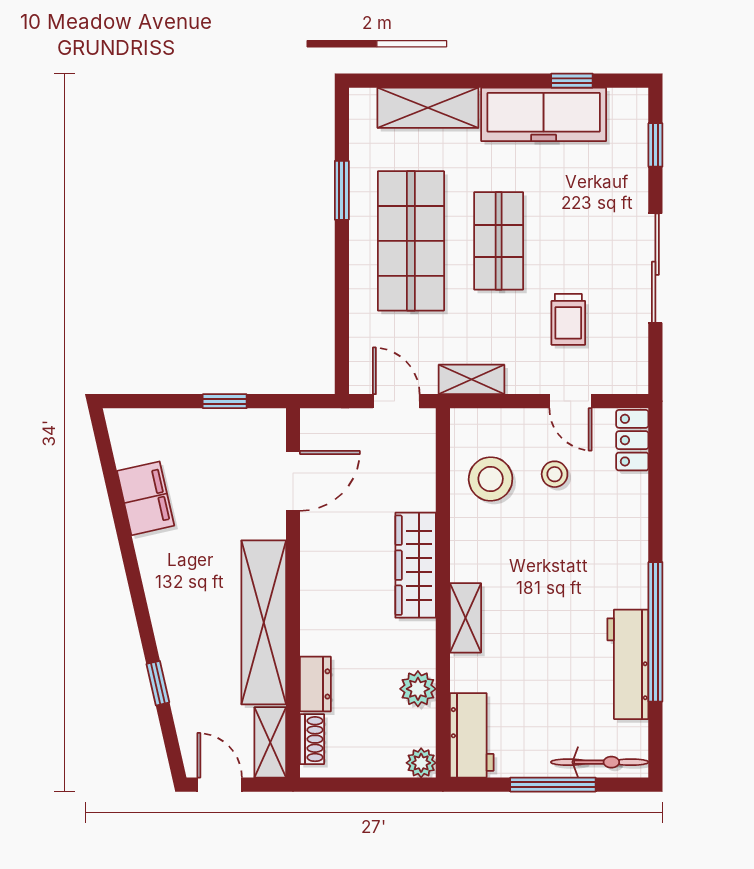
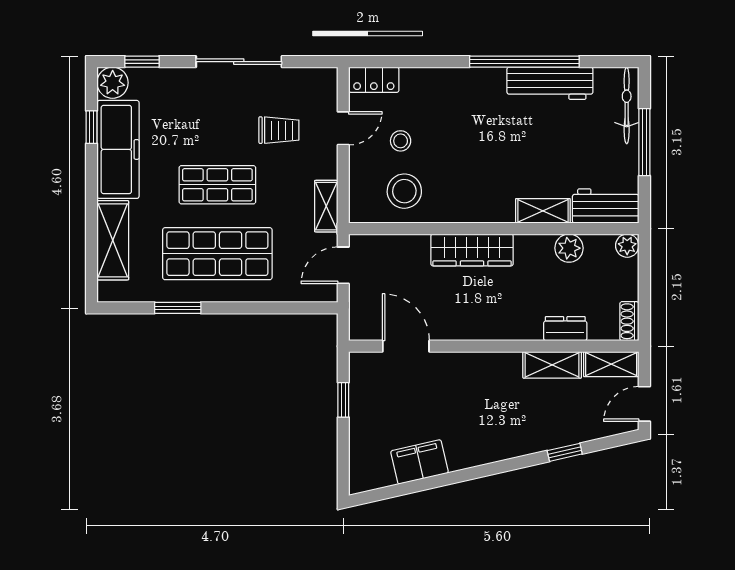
plant: (629, 107) -> (113, 83), added
shelving: (465, 618) -> (543, 211), moved
shelving: (264, 622) -> (552, 365), width x0.45, depth x0.75
shoe rack: (312, 739) -> (629, 321), moved, turned -90

